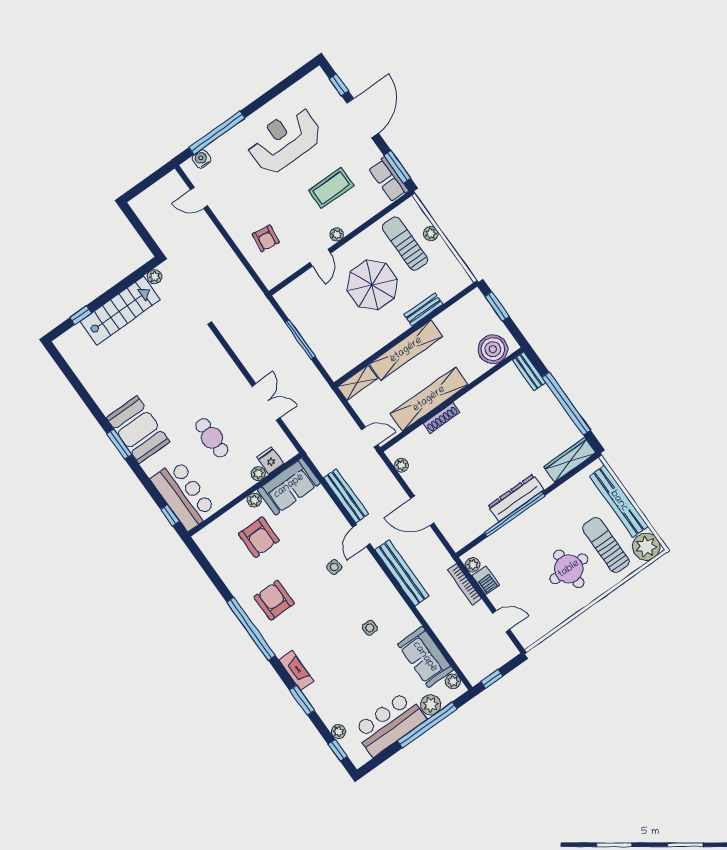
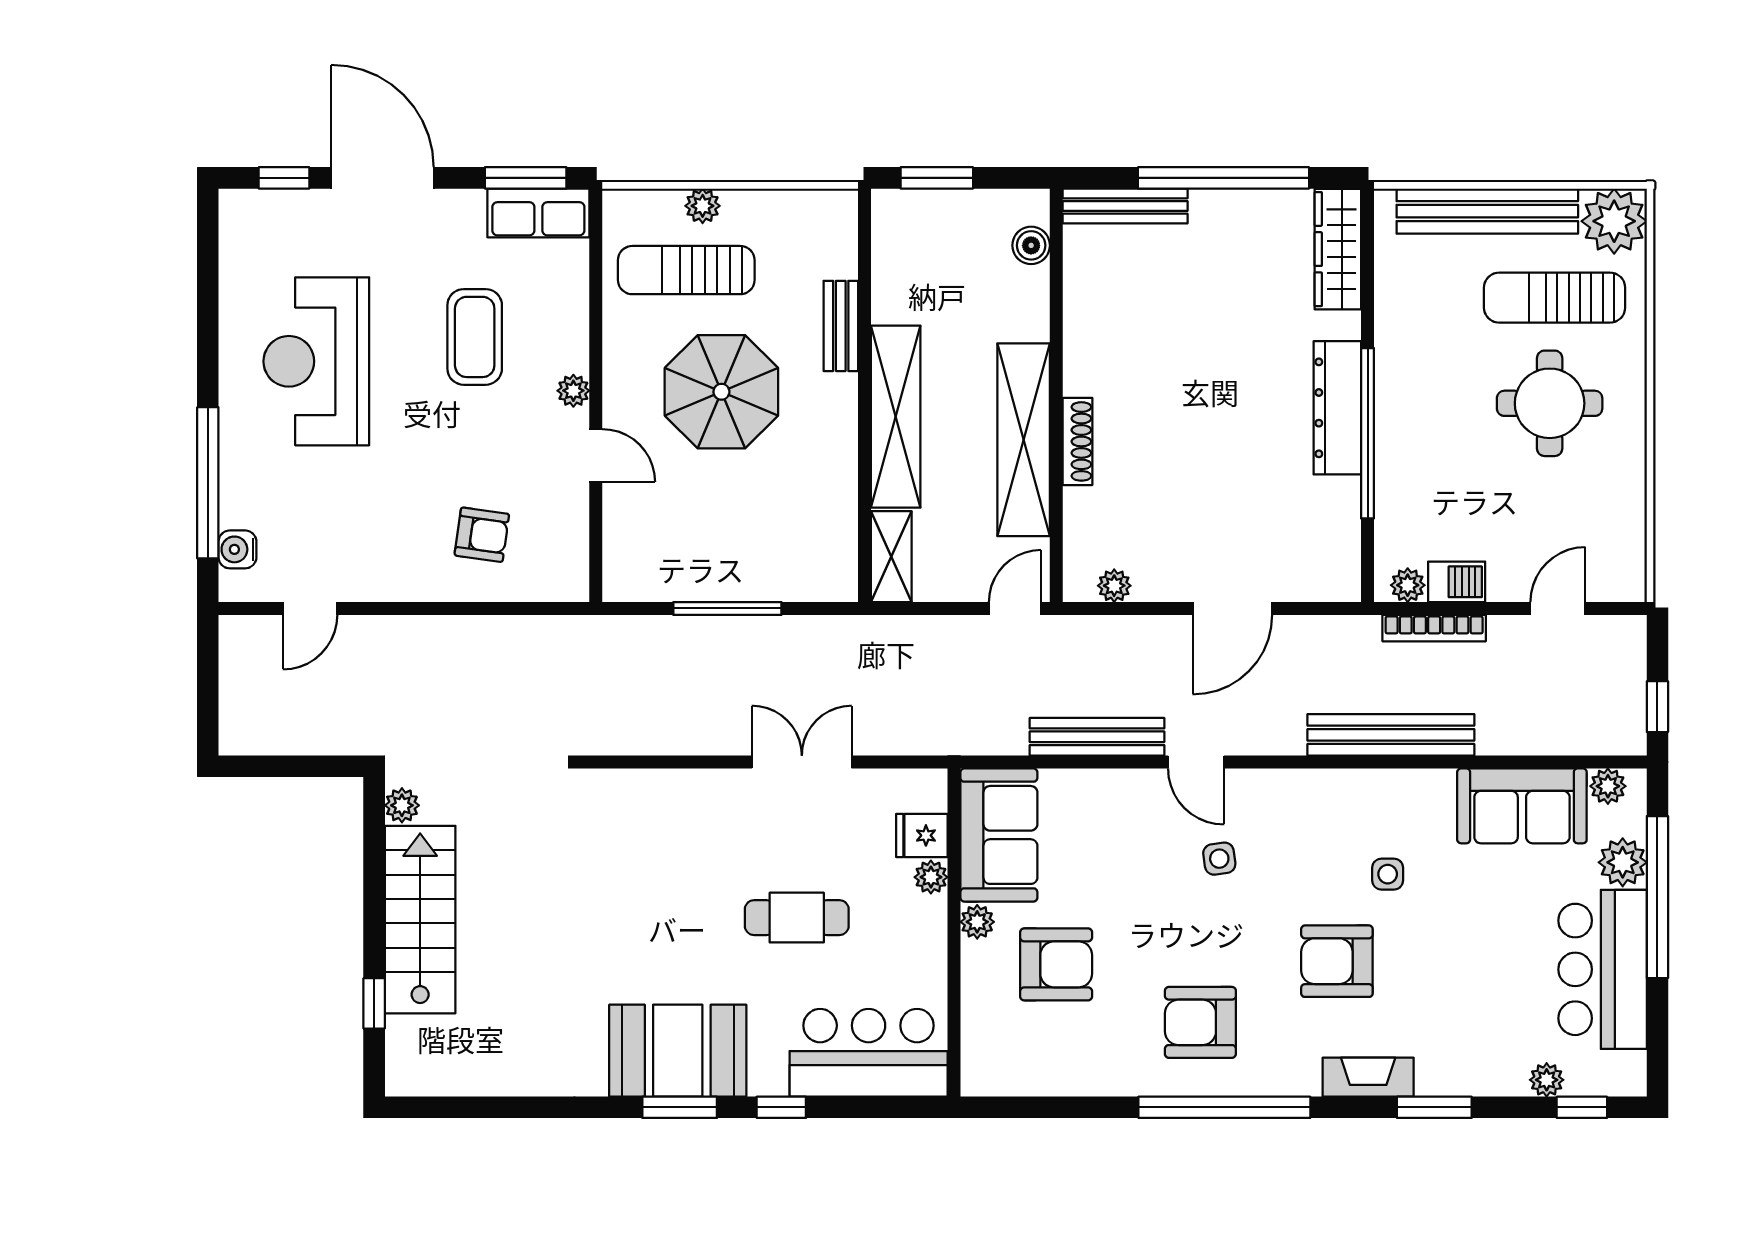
boiler: (493, 349) -> (1031, 245), width x0.54, depth x0.54
bench: (529, 371) -> (1125, 206), width x1.36
window: (170, 515) -> (781, 1107), moved
bench: (402, 573) -> (1391, 735), moved
armchair: (328, 632) -> (1337, 961), added

